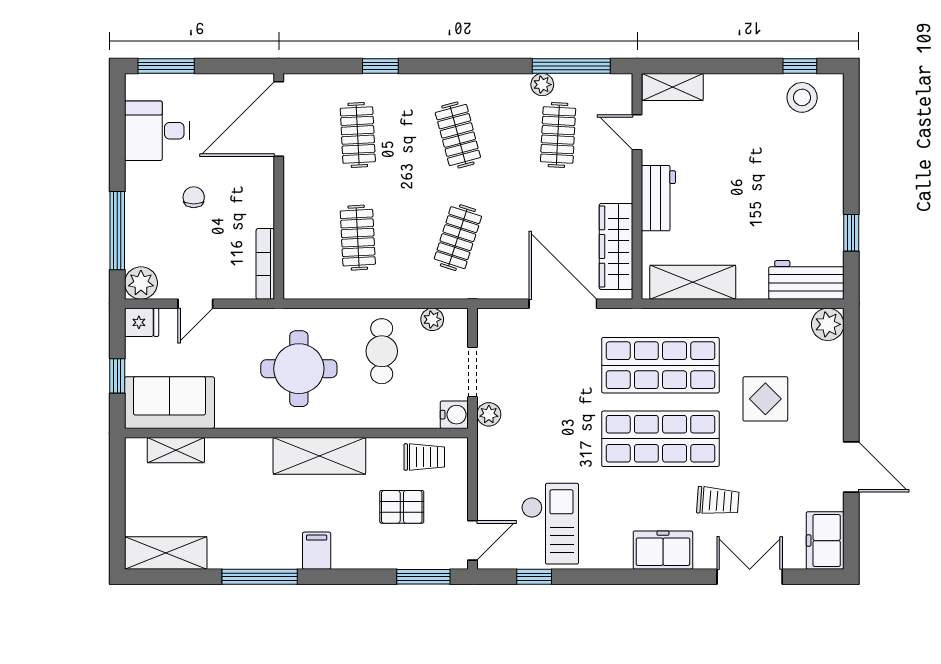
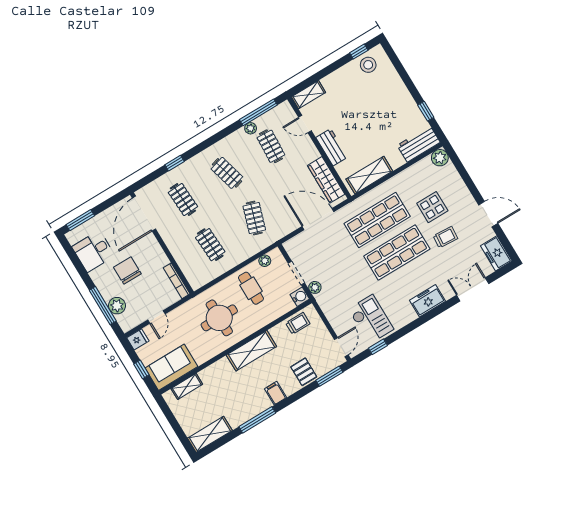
chair: (194, 197) -> (127, 271), width x1.87, depth x1.87
plant: (141, 283) -> (117, 306), moved
trolley: (718, 501) -> (445, 237), moved
pallet: (402, 507) -> (304, 372), moved, turned 90

